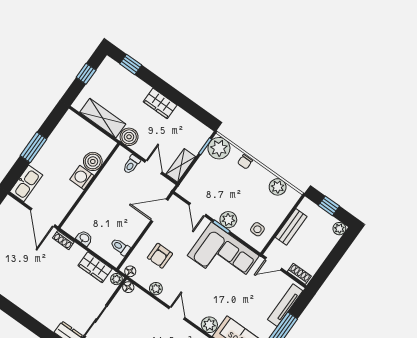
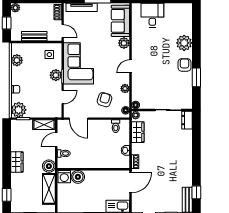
washing machine: (82, 177) -> (64, 177), moved
armchair: (160, 256) -> (104, 100), turned -73

